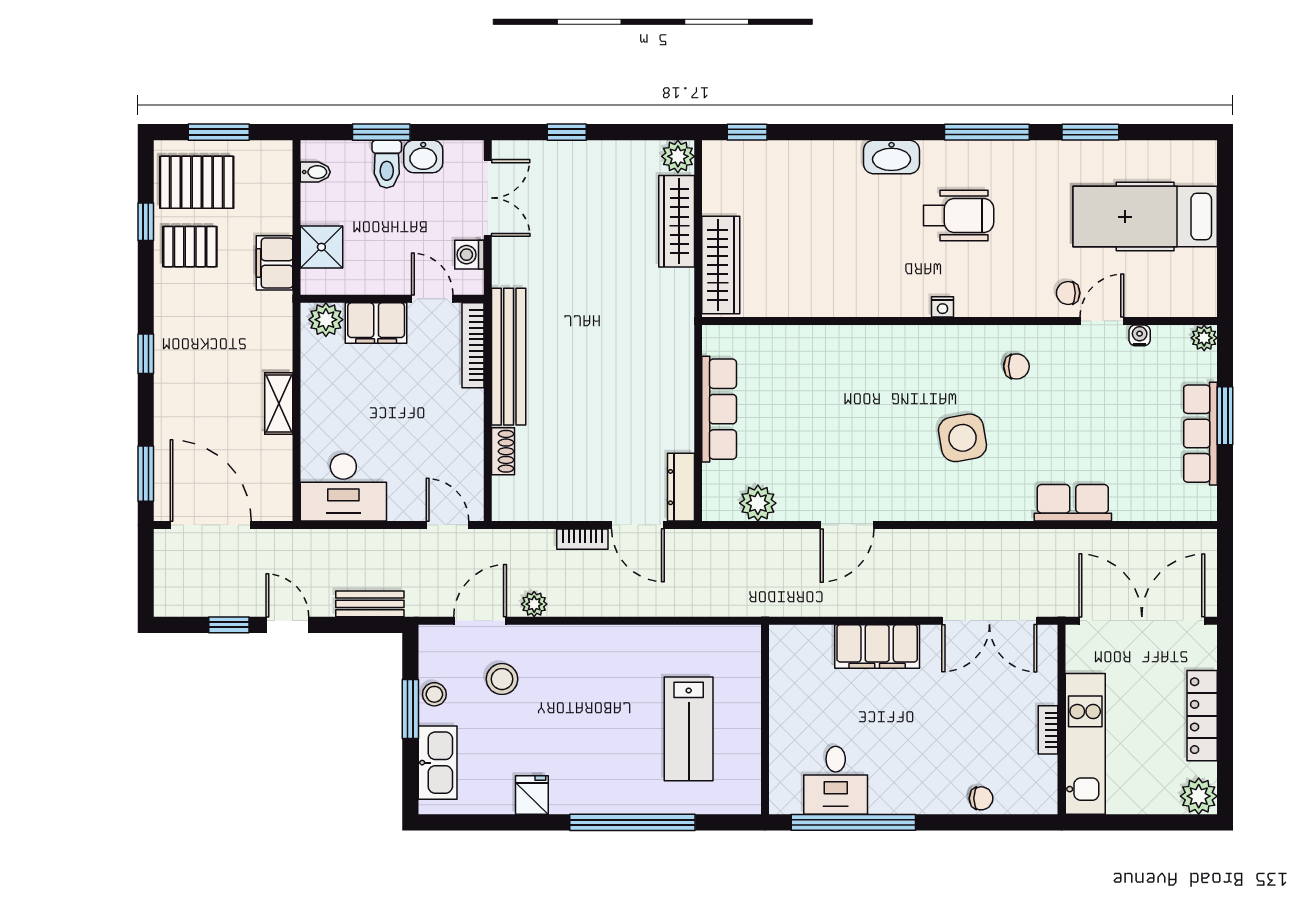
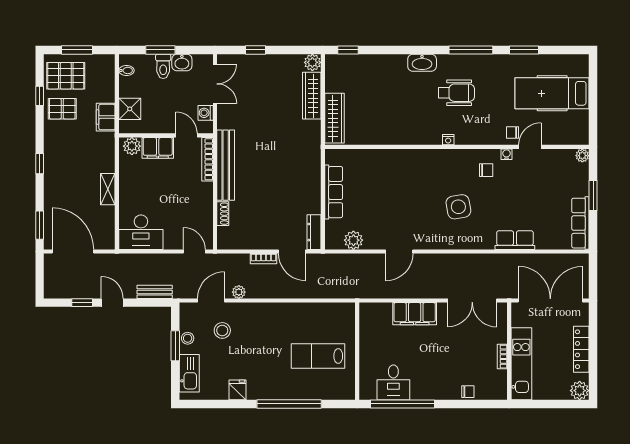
water cooler: (1140, 335) -> (507, 154), moved
row of seats: (1200, 434) -> (580, 223), moved
lab bench: (689, 729) -> (318, 356), turned 90

